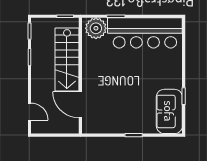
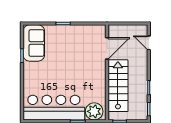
door: (80, 105) -> (107, 48), hinge flipped

